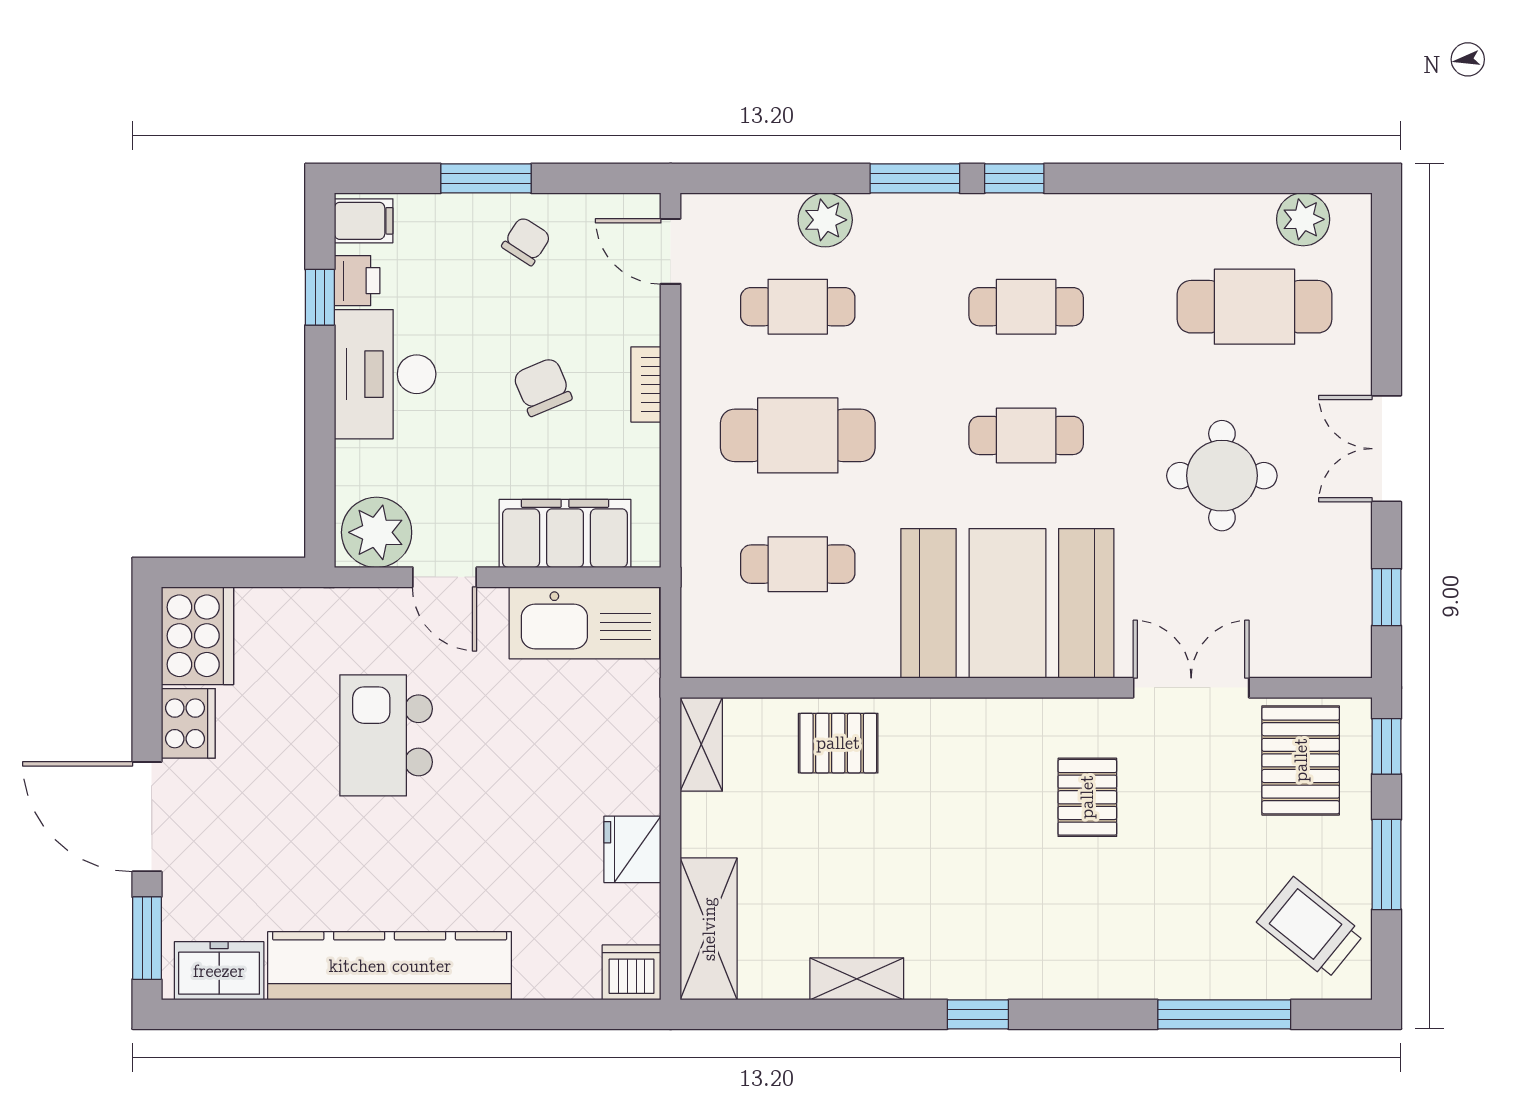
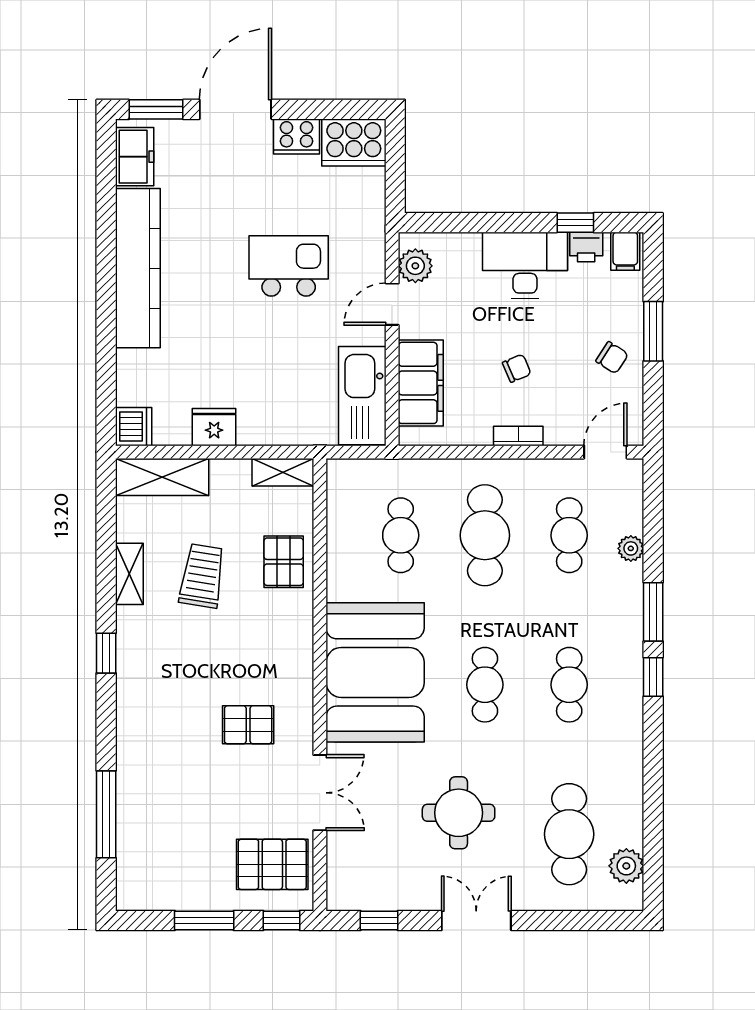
plant: (825, 220) -> (631, 548), width x0.73, depth x0.73
chair: (542, 387) -> (517, 368), width x0.73, depth x0.73
plant: (377, 532) -> (415, 266), width x0.73, depth x0.73
trolley: (1310, 928) -> (202, 576), moved, turned -30

